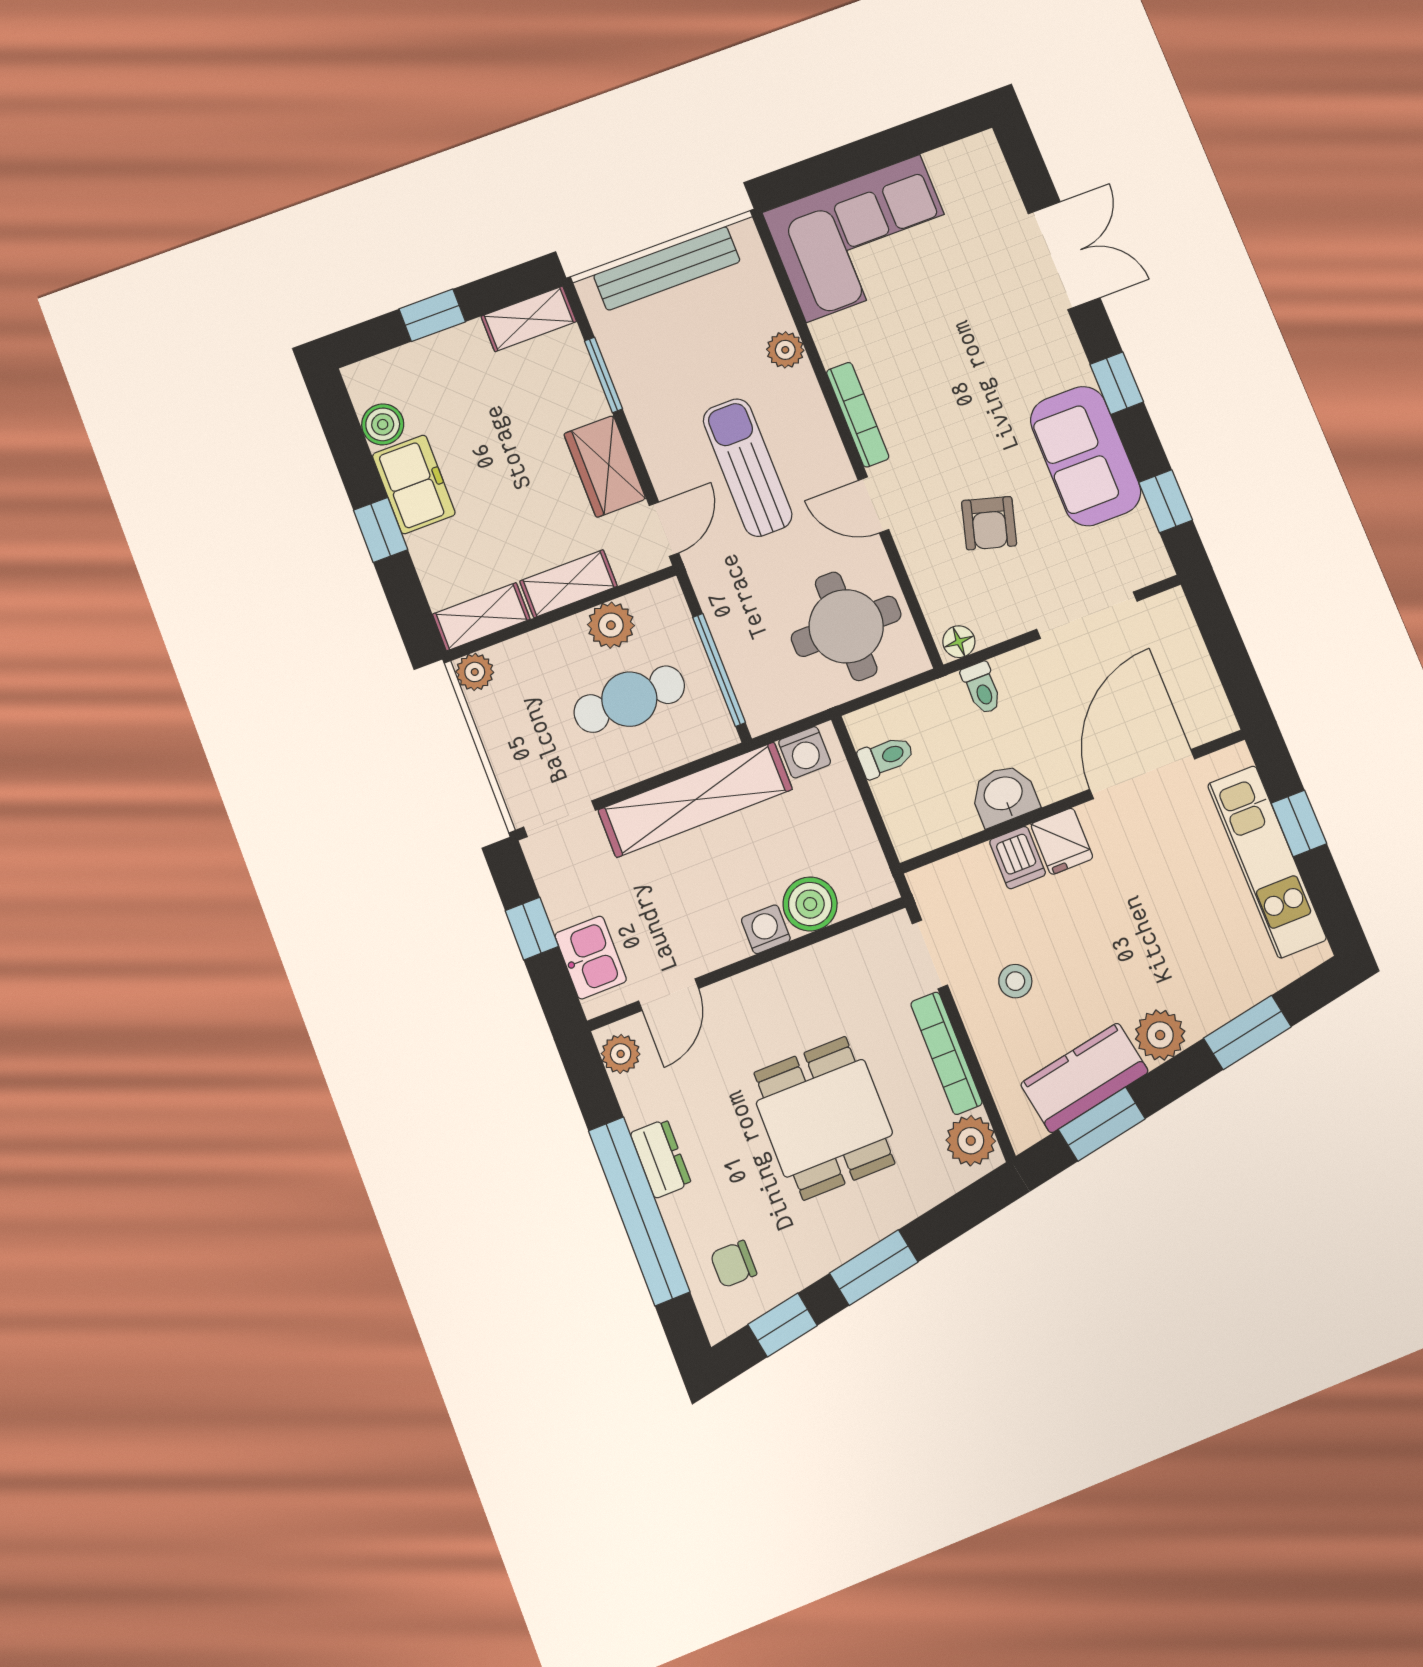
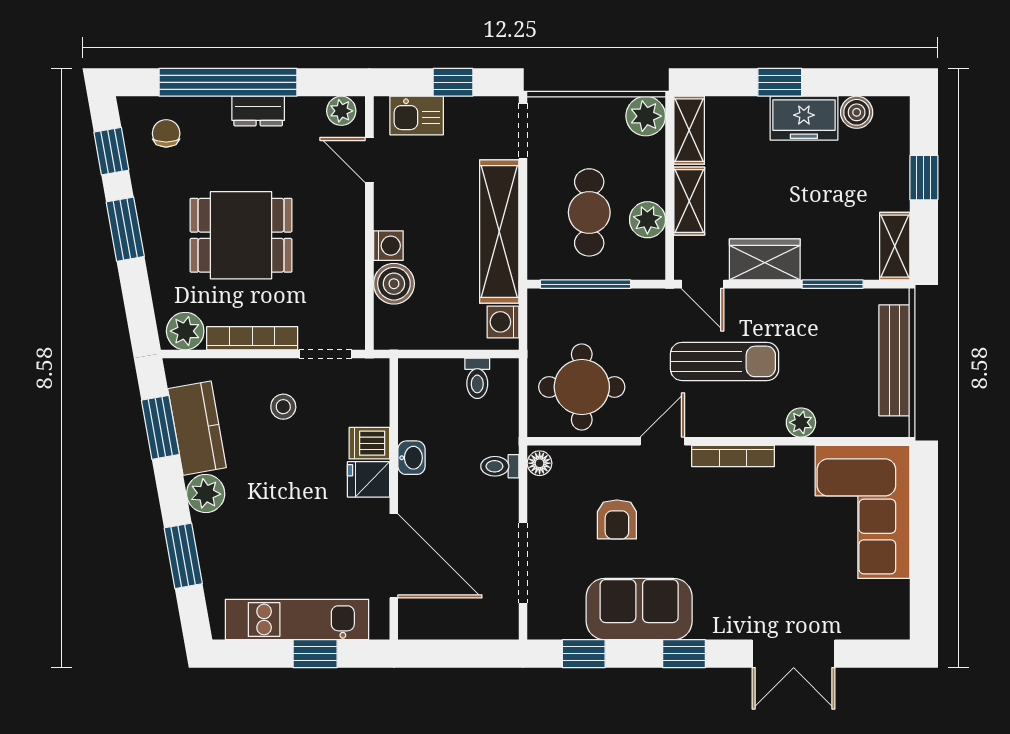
armchair: (989, 523) -> (617, 519), turned -106
plant: (475, 672) -> (646, 116), width x1.38, depth x1.38
washbasin: (1004, 795) -> (411, 458), width x0.72, depth x0.69

